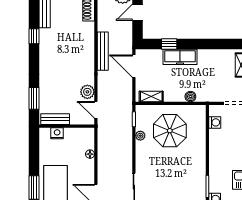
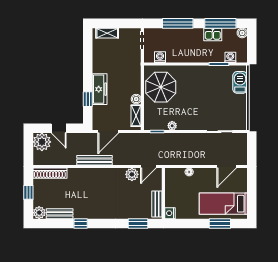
boiler: (190, 96) -> (136, 99), moved
parasol: (170, 131) -> (161, 87), moved
nightstand: (57, 133) -> (170, 213), moved

